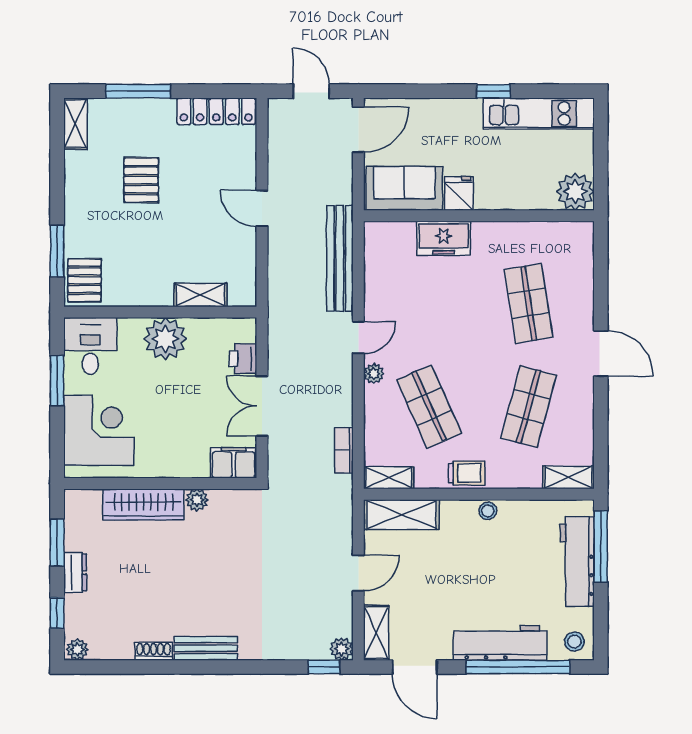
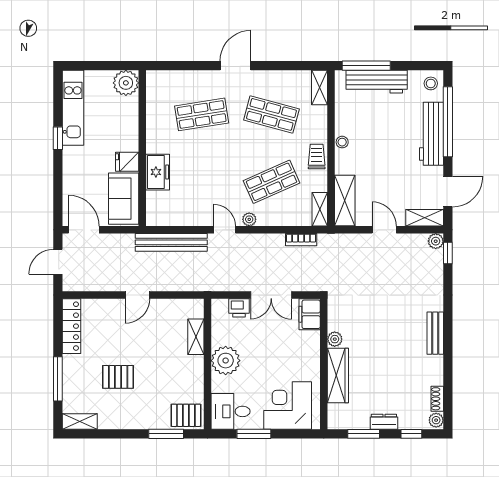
shoe rack: (153, 651) -> (437, 399), moved

